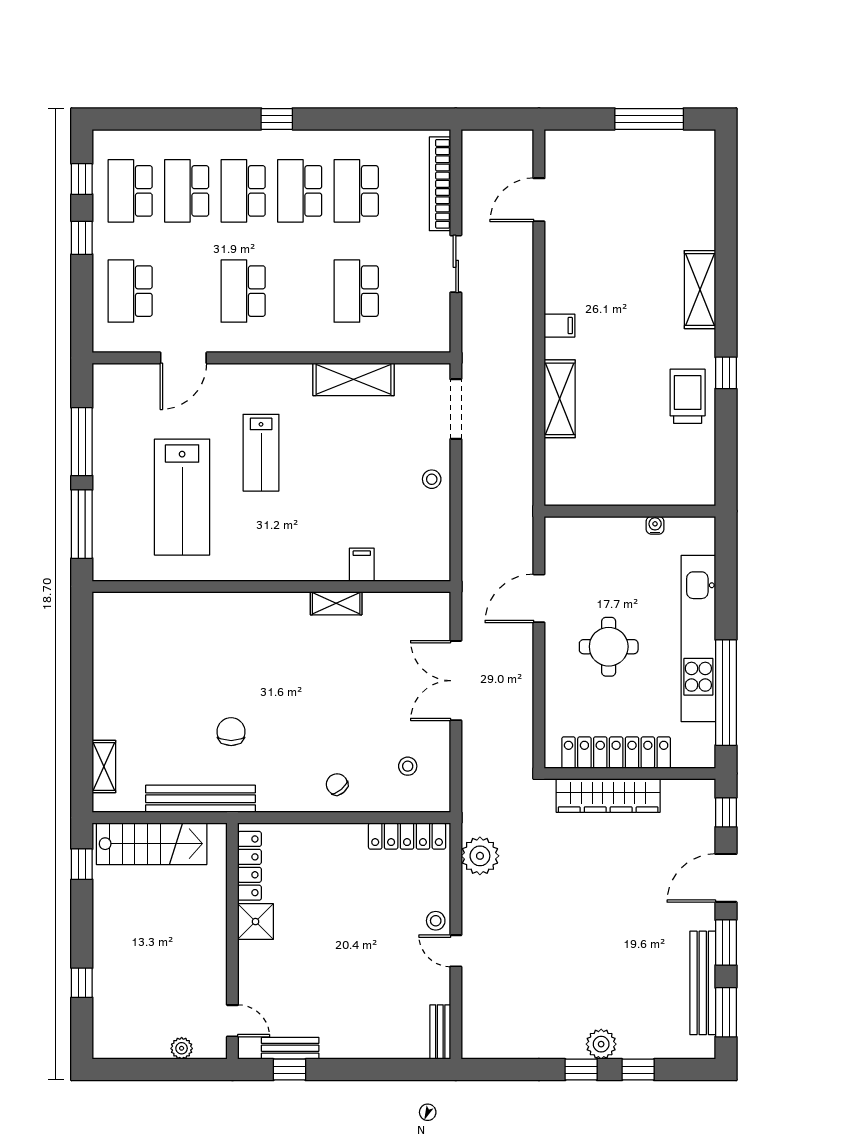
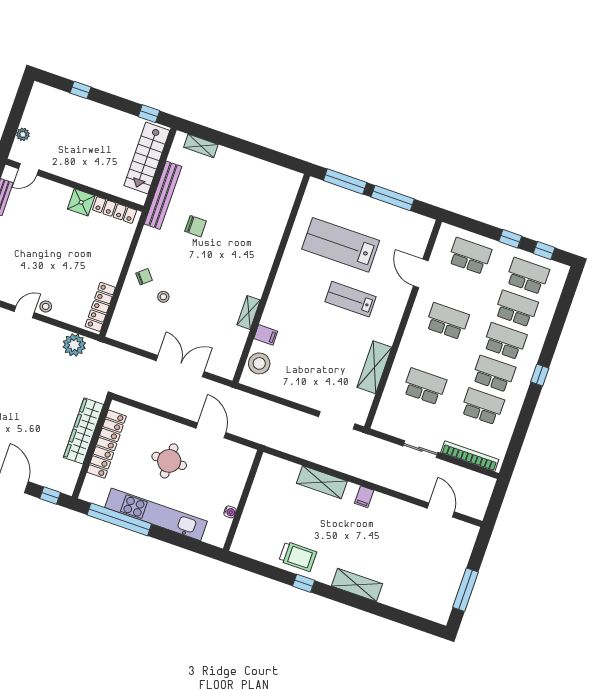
stool: (432, 479) -> (259, 363), moved, width x1.89, depth x1.89
stool: (408, 766) -> (163, 297), moved

